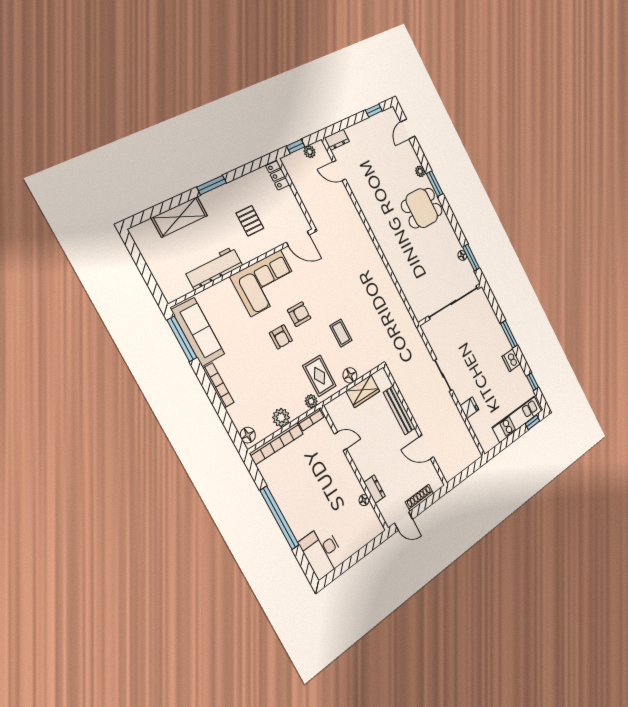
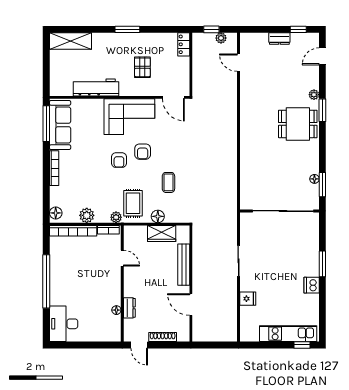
dresser: (337, 140) -> (279, 39), moved
shelving: (180, 217) -> (70, 41), moved
armchair: (299, 314) -> (143, 152), turned 90
window: (532, 382) -> (322, 314), removed

